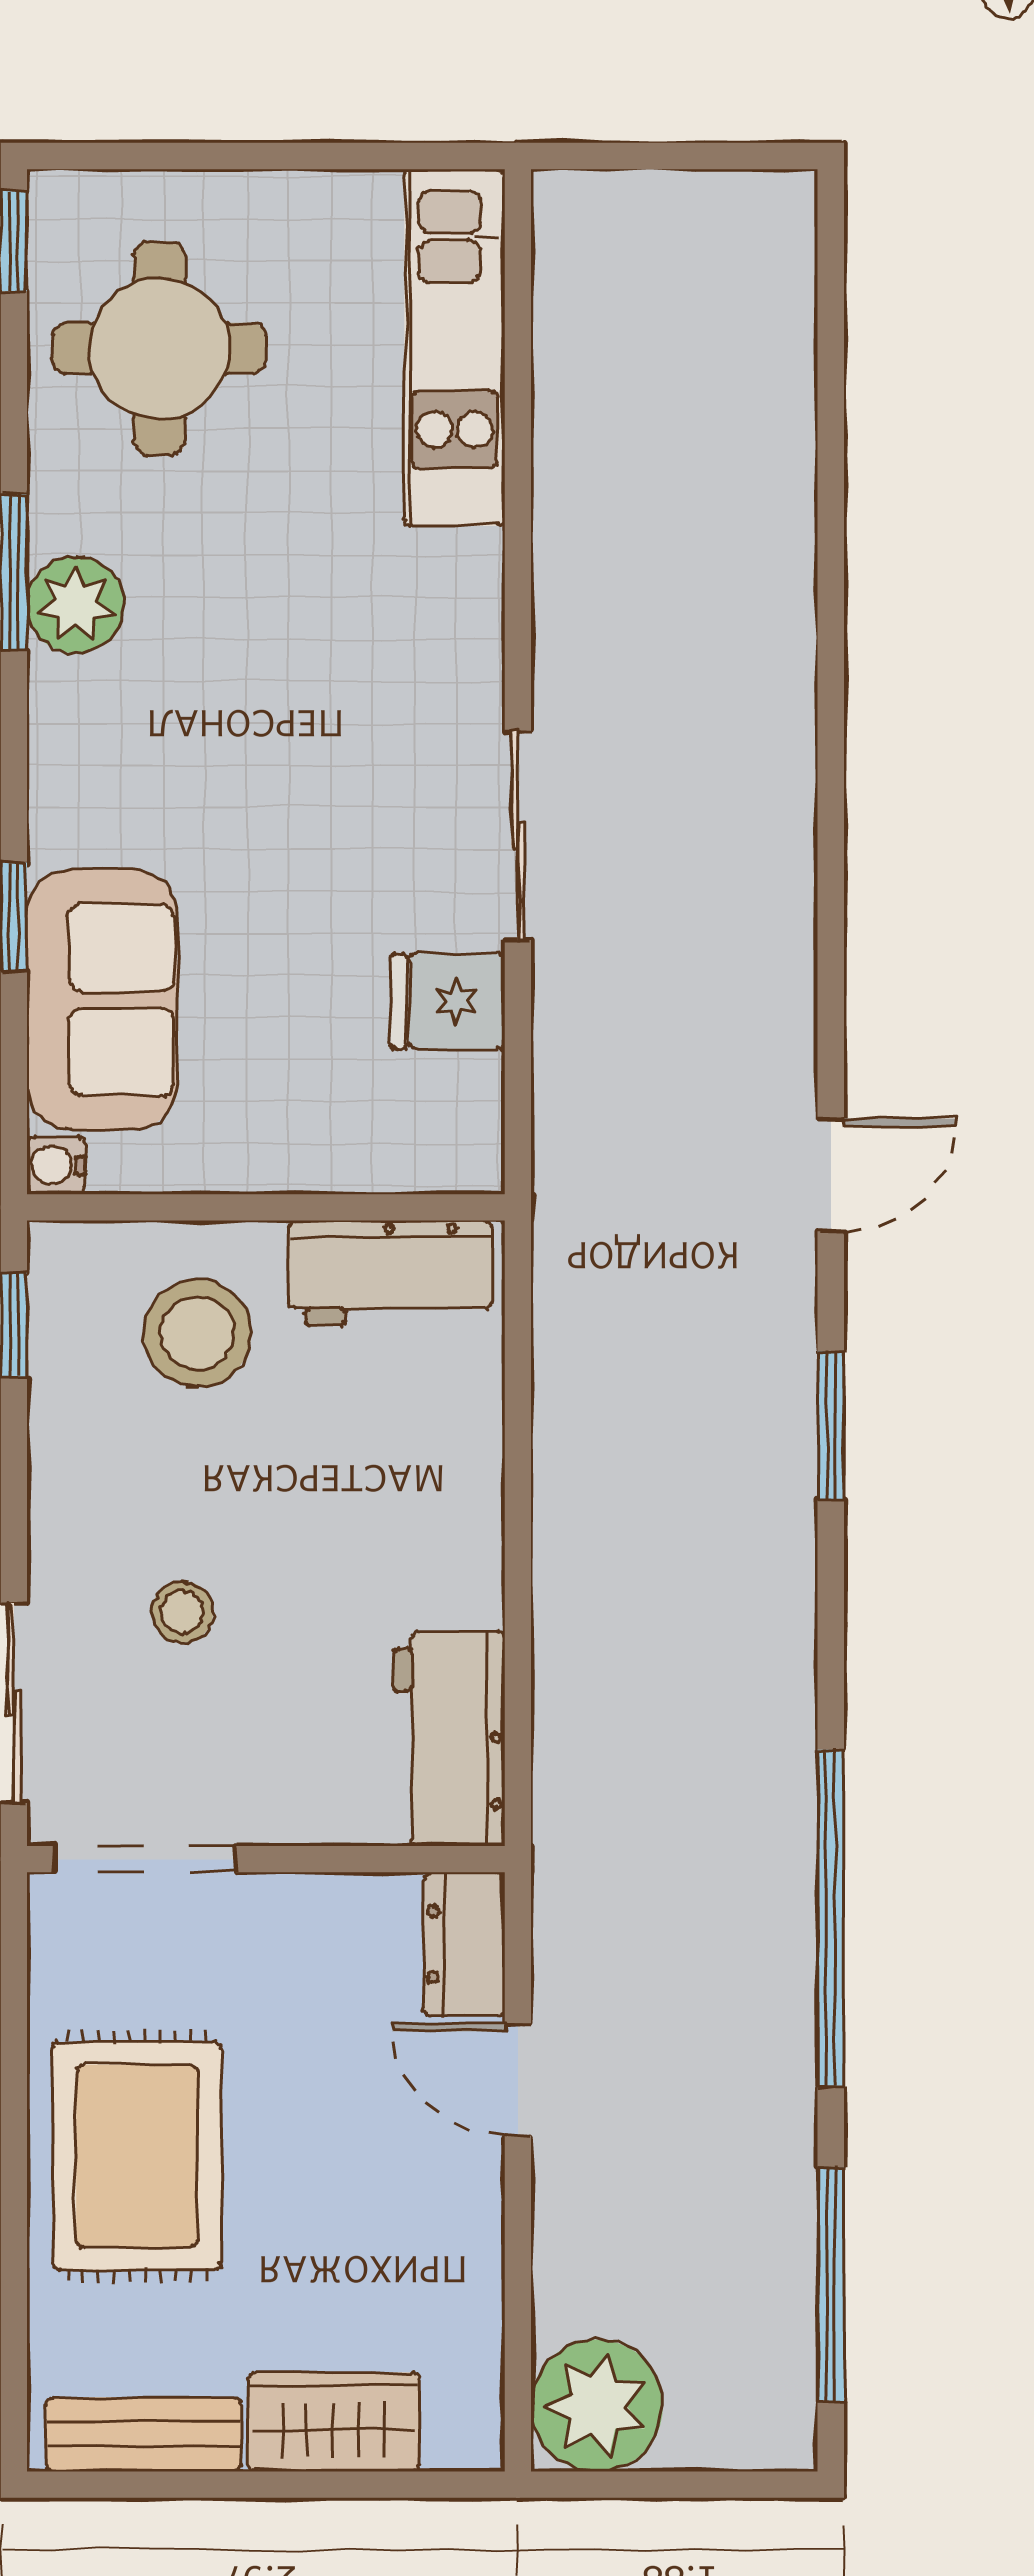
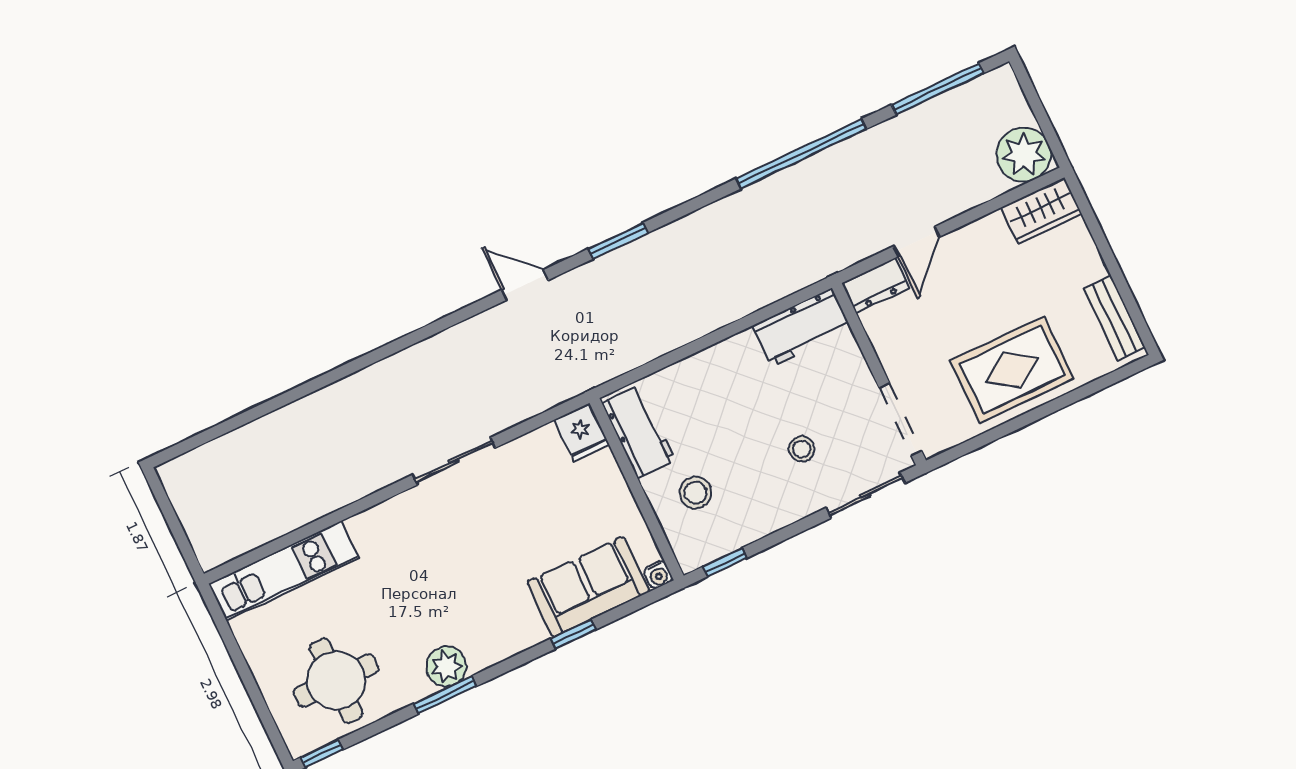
fridge: (448, 1001) -> (582, 432), moved
stool: (197, 1333) -> (696, 493), width x0.73, depth x0.73
wardrobe: (334, 2422) -> (1041, 211), moved, turned -90

